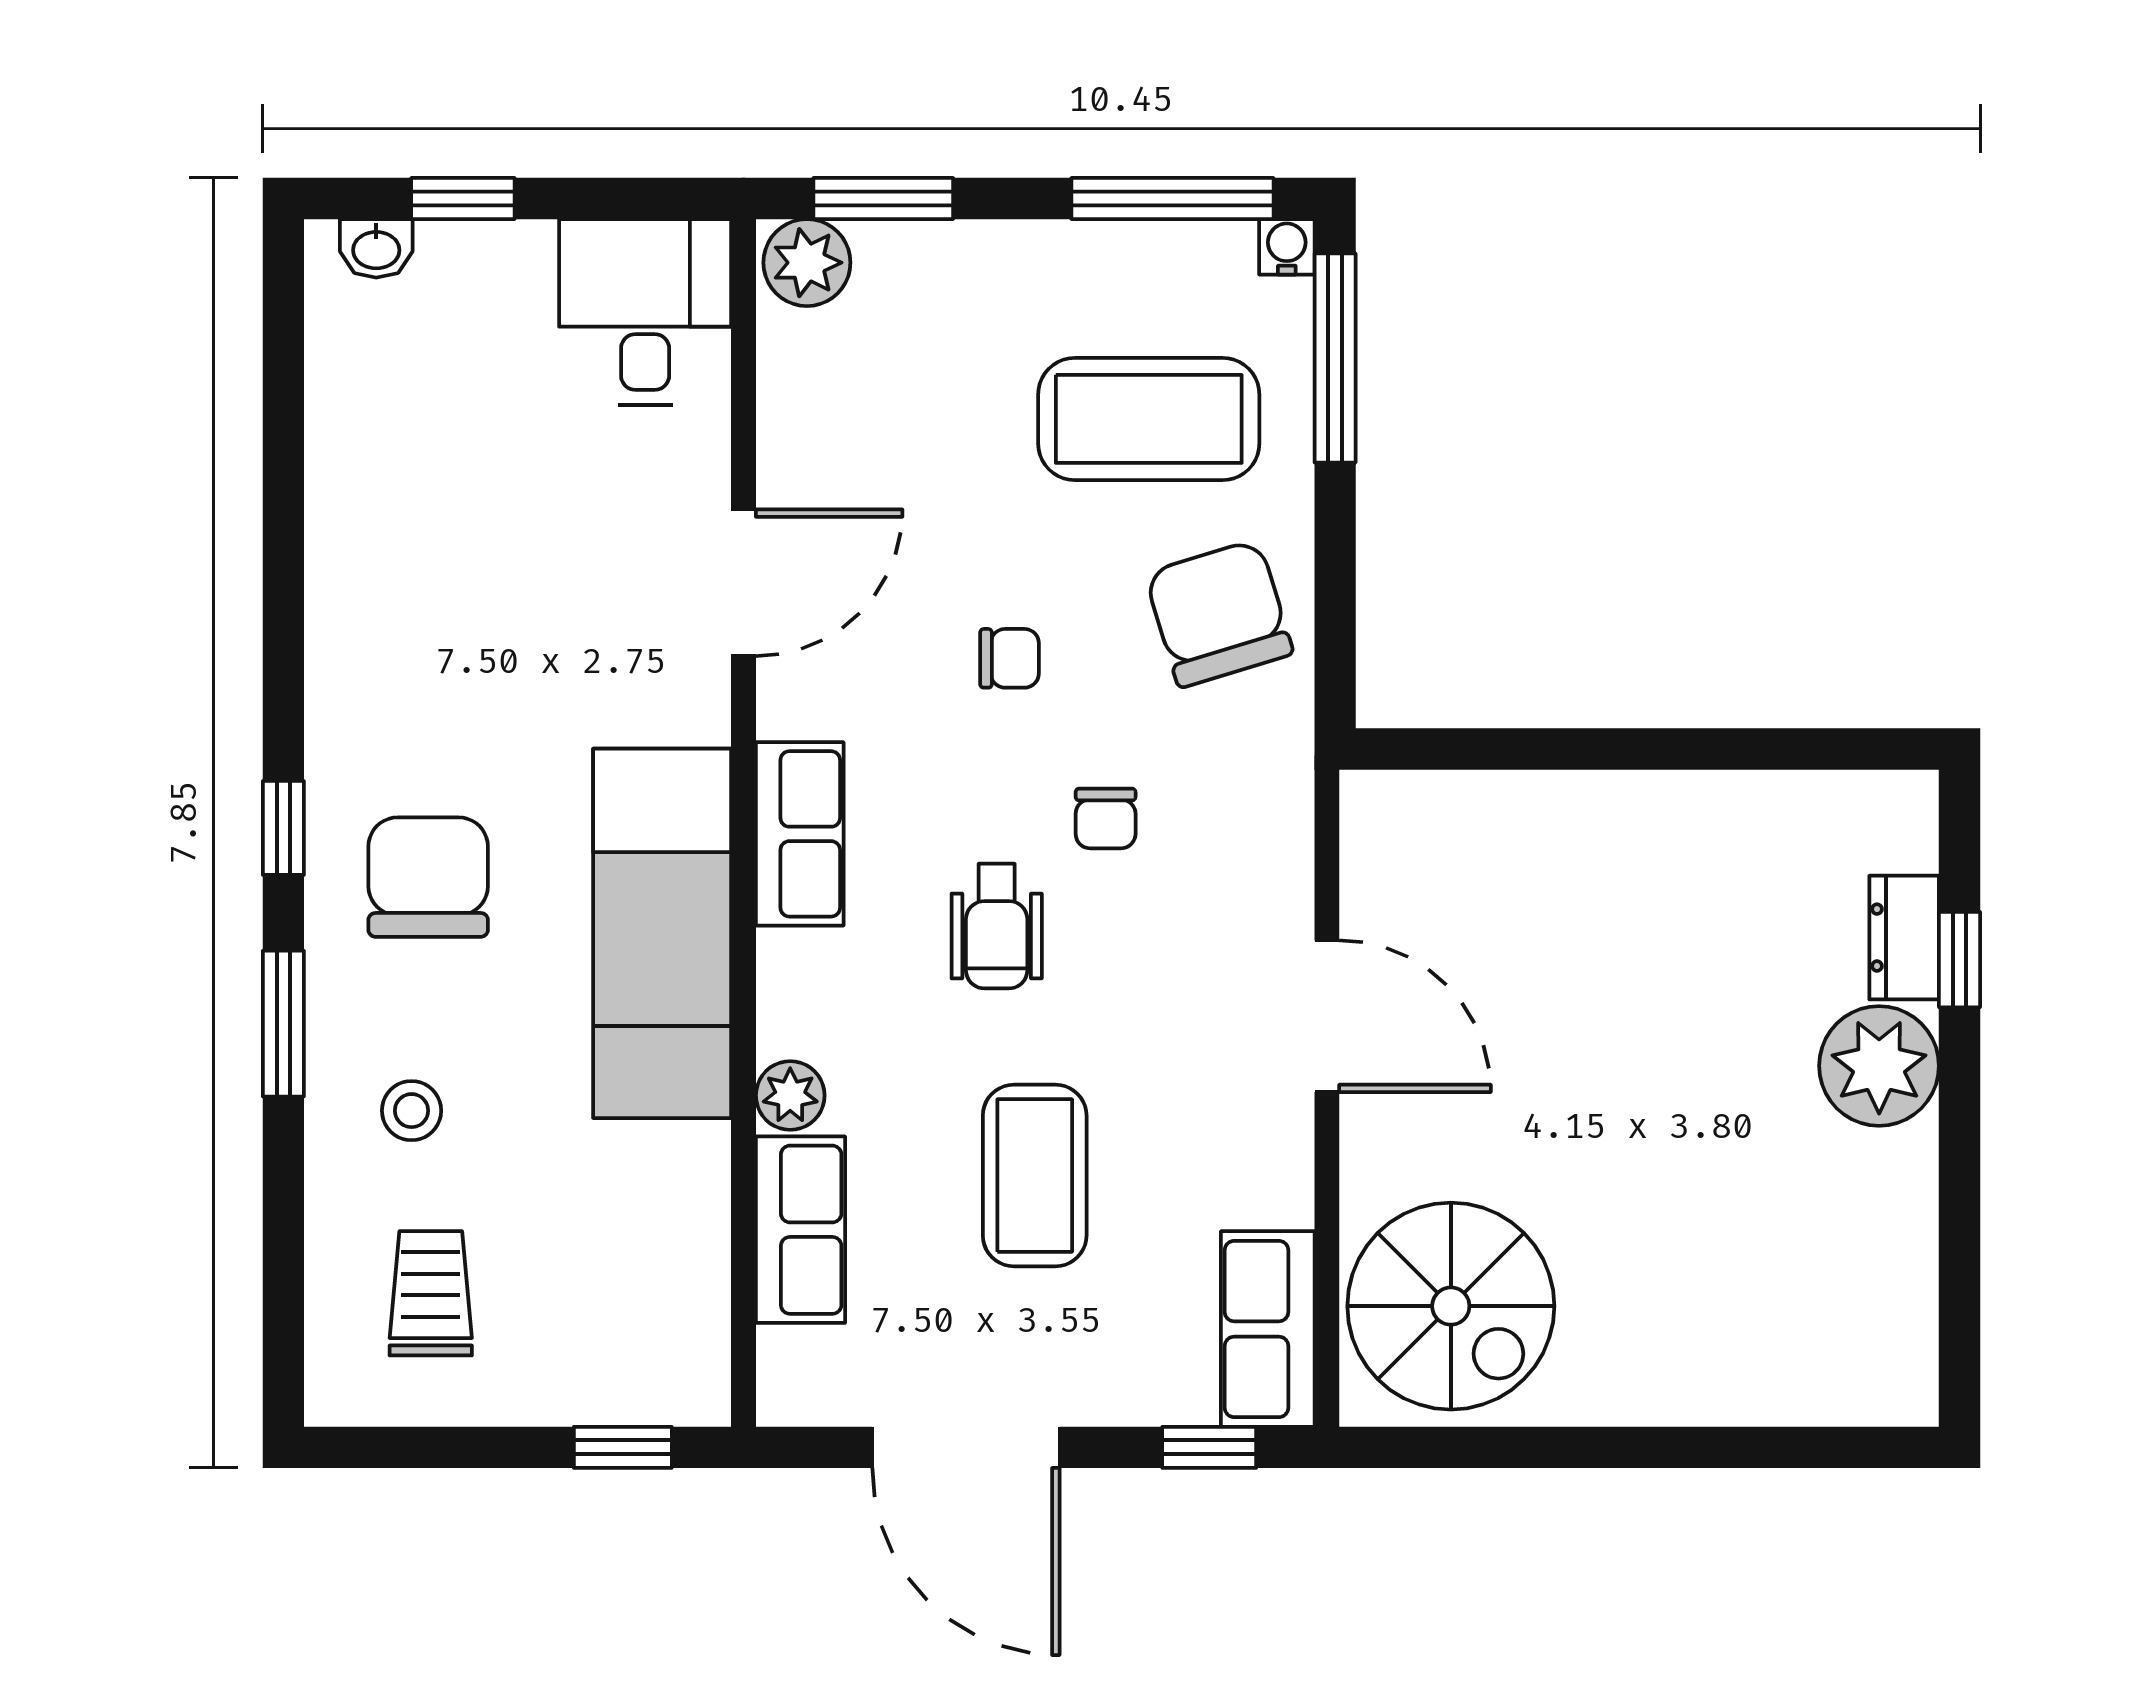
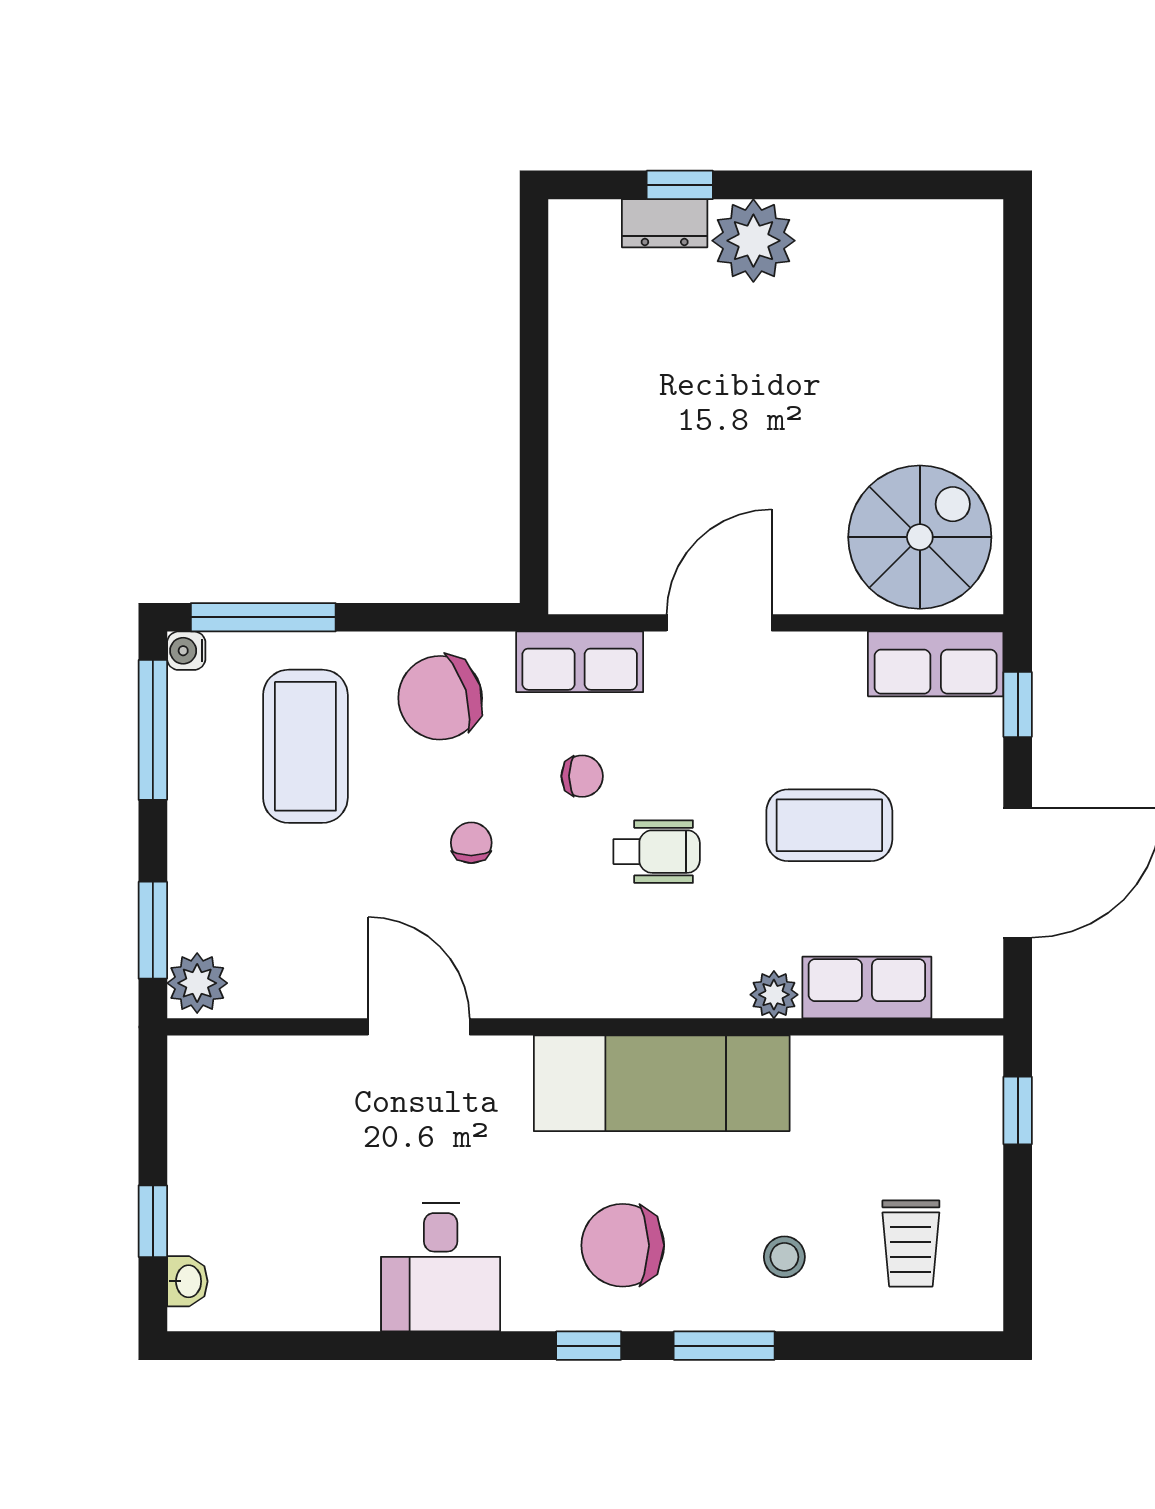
desk: (645, 312) -> (441, 1267), moved, turned -90
row of seats: (800, 834) -> (580, 662), moved, turned 180
trolley: (431, 1293) -> (911, 1244), turned -90

